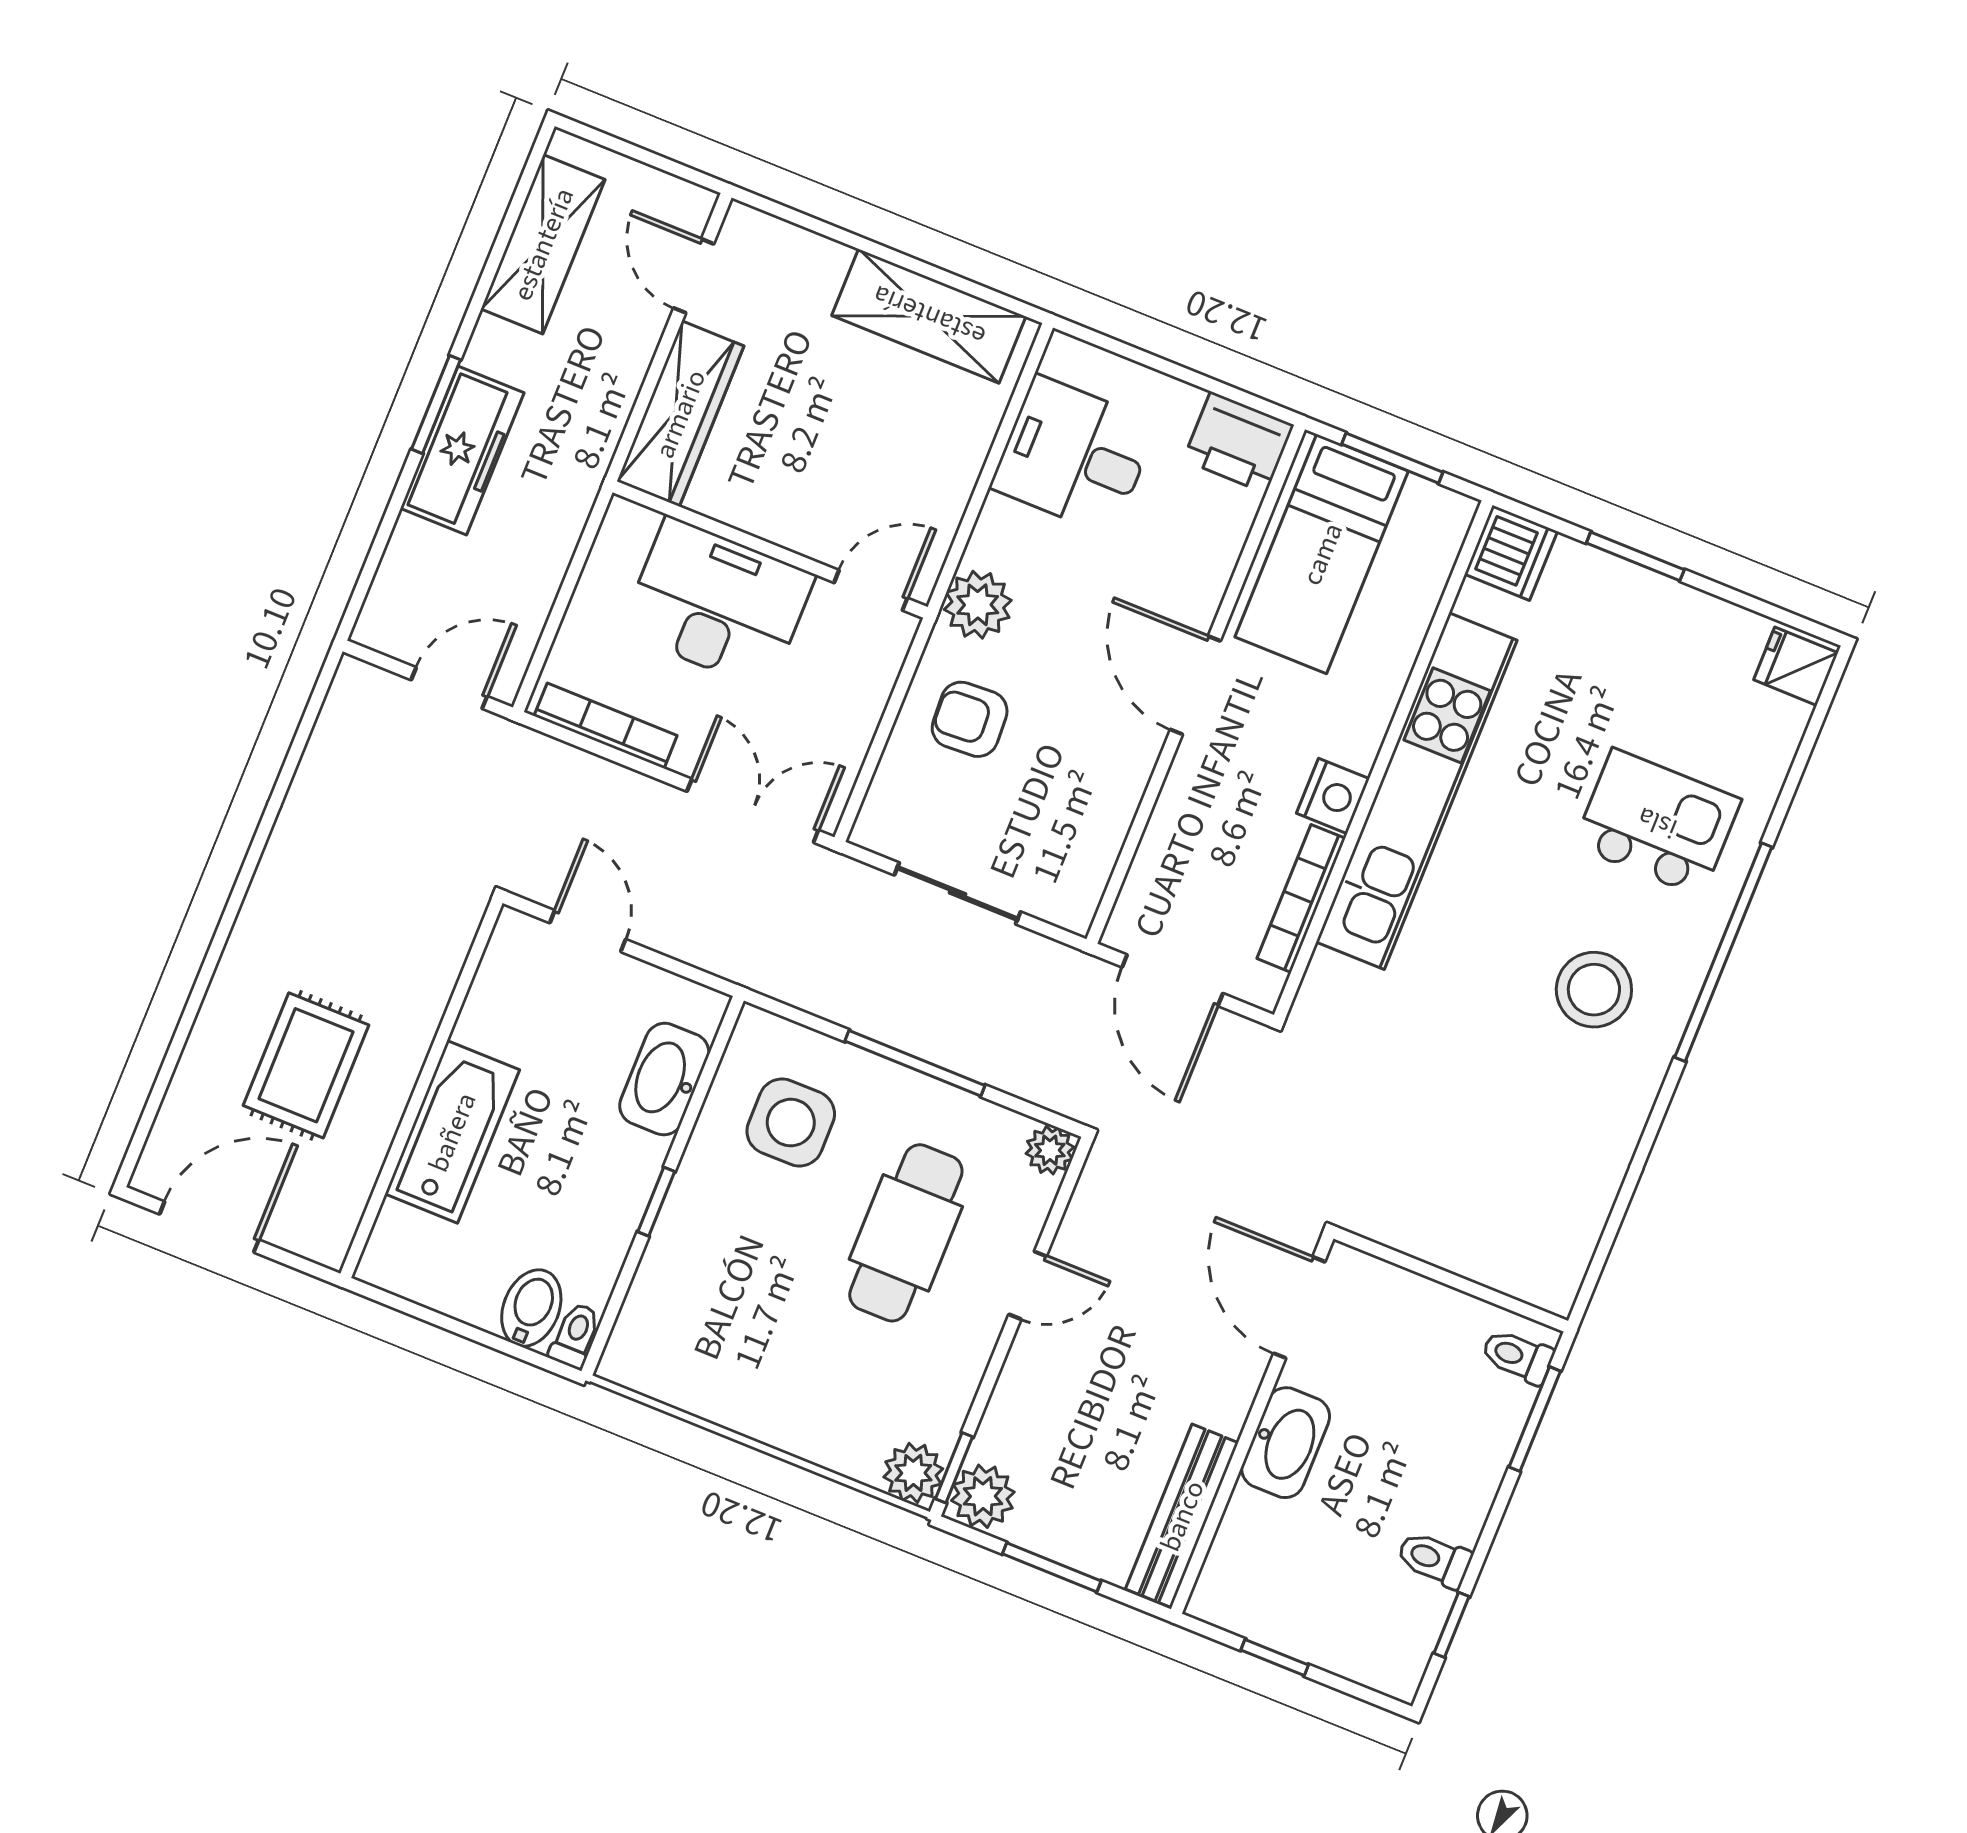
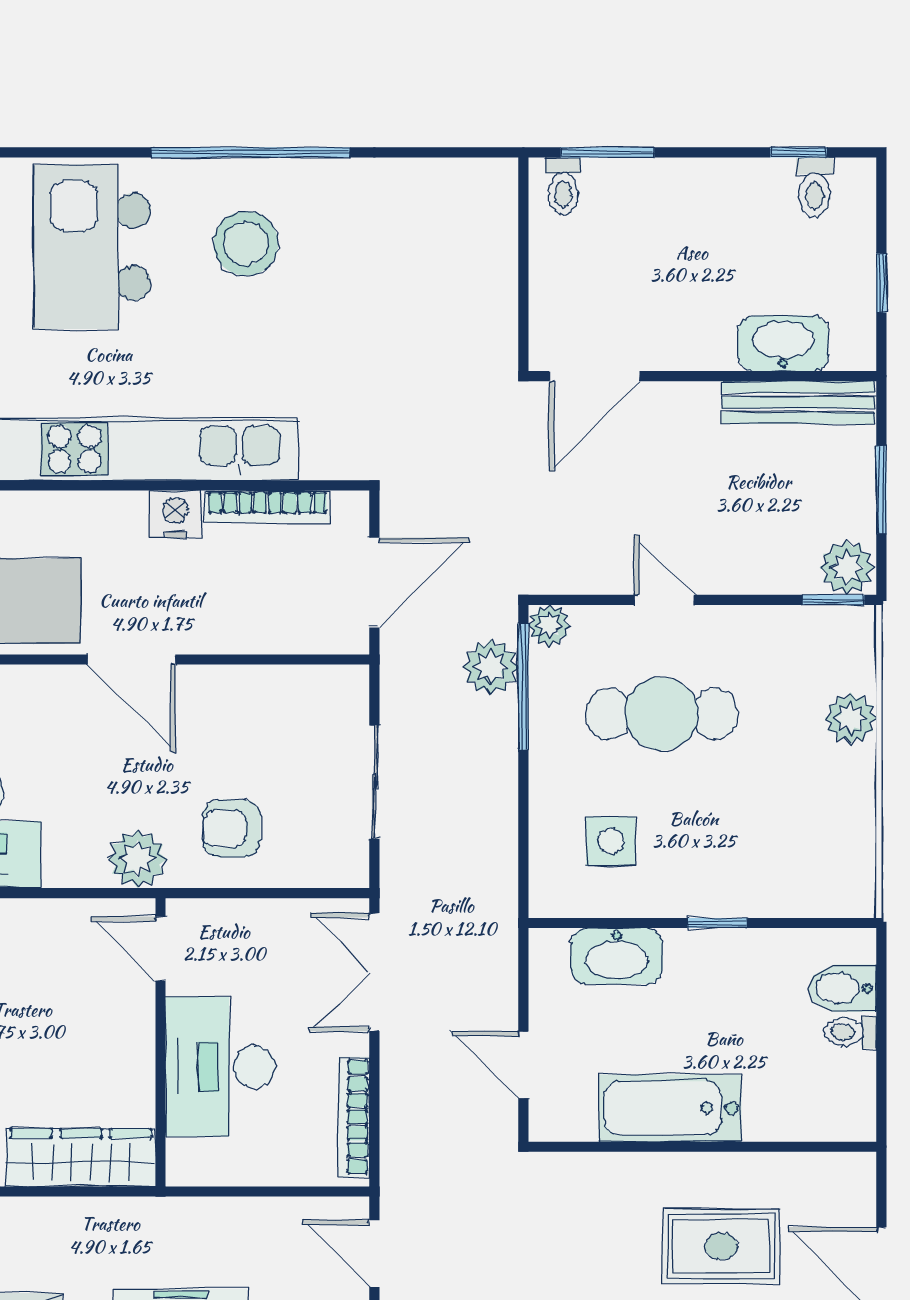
door: (1195, 685) -> (132, 659), hinge flipped
armchair: (970, 719) -> (232, 829), turned 93
kitchen island: (1657, 823) -> (92, 247), width x1.37, depth x1.28
door: (588, 931) -> (523, 1065), hinge flipped
window: (1723, 952) -> (251, 152), moved
window: (915, 1063) -> (523, 687), moved
plant: (1031, 1069) -> (491, 667), added
side table: (791, 1123) -> (611, 841), width x0.73, depth x0.73
bathtub: (452, 1132) -> (670, 1108), moved
toilet: (575, 1336) -> (850, 1032), moved
washbasin: (1286, 1443) -> (783, 343), moved
plant: (913, 1473) -> (851, 718), moved
toilet: (1434, 1559) -> (814, 187), moved

